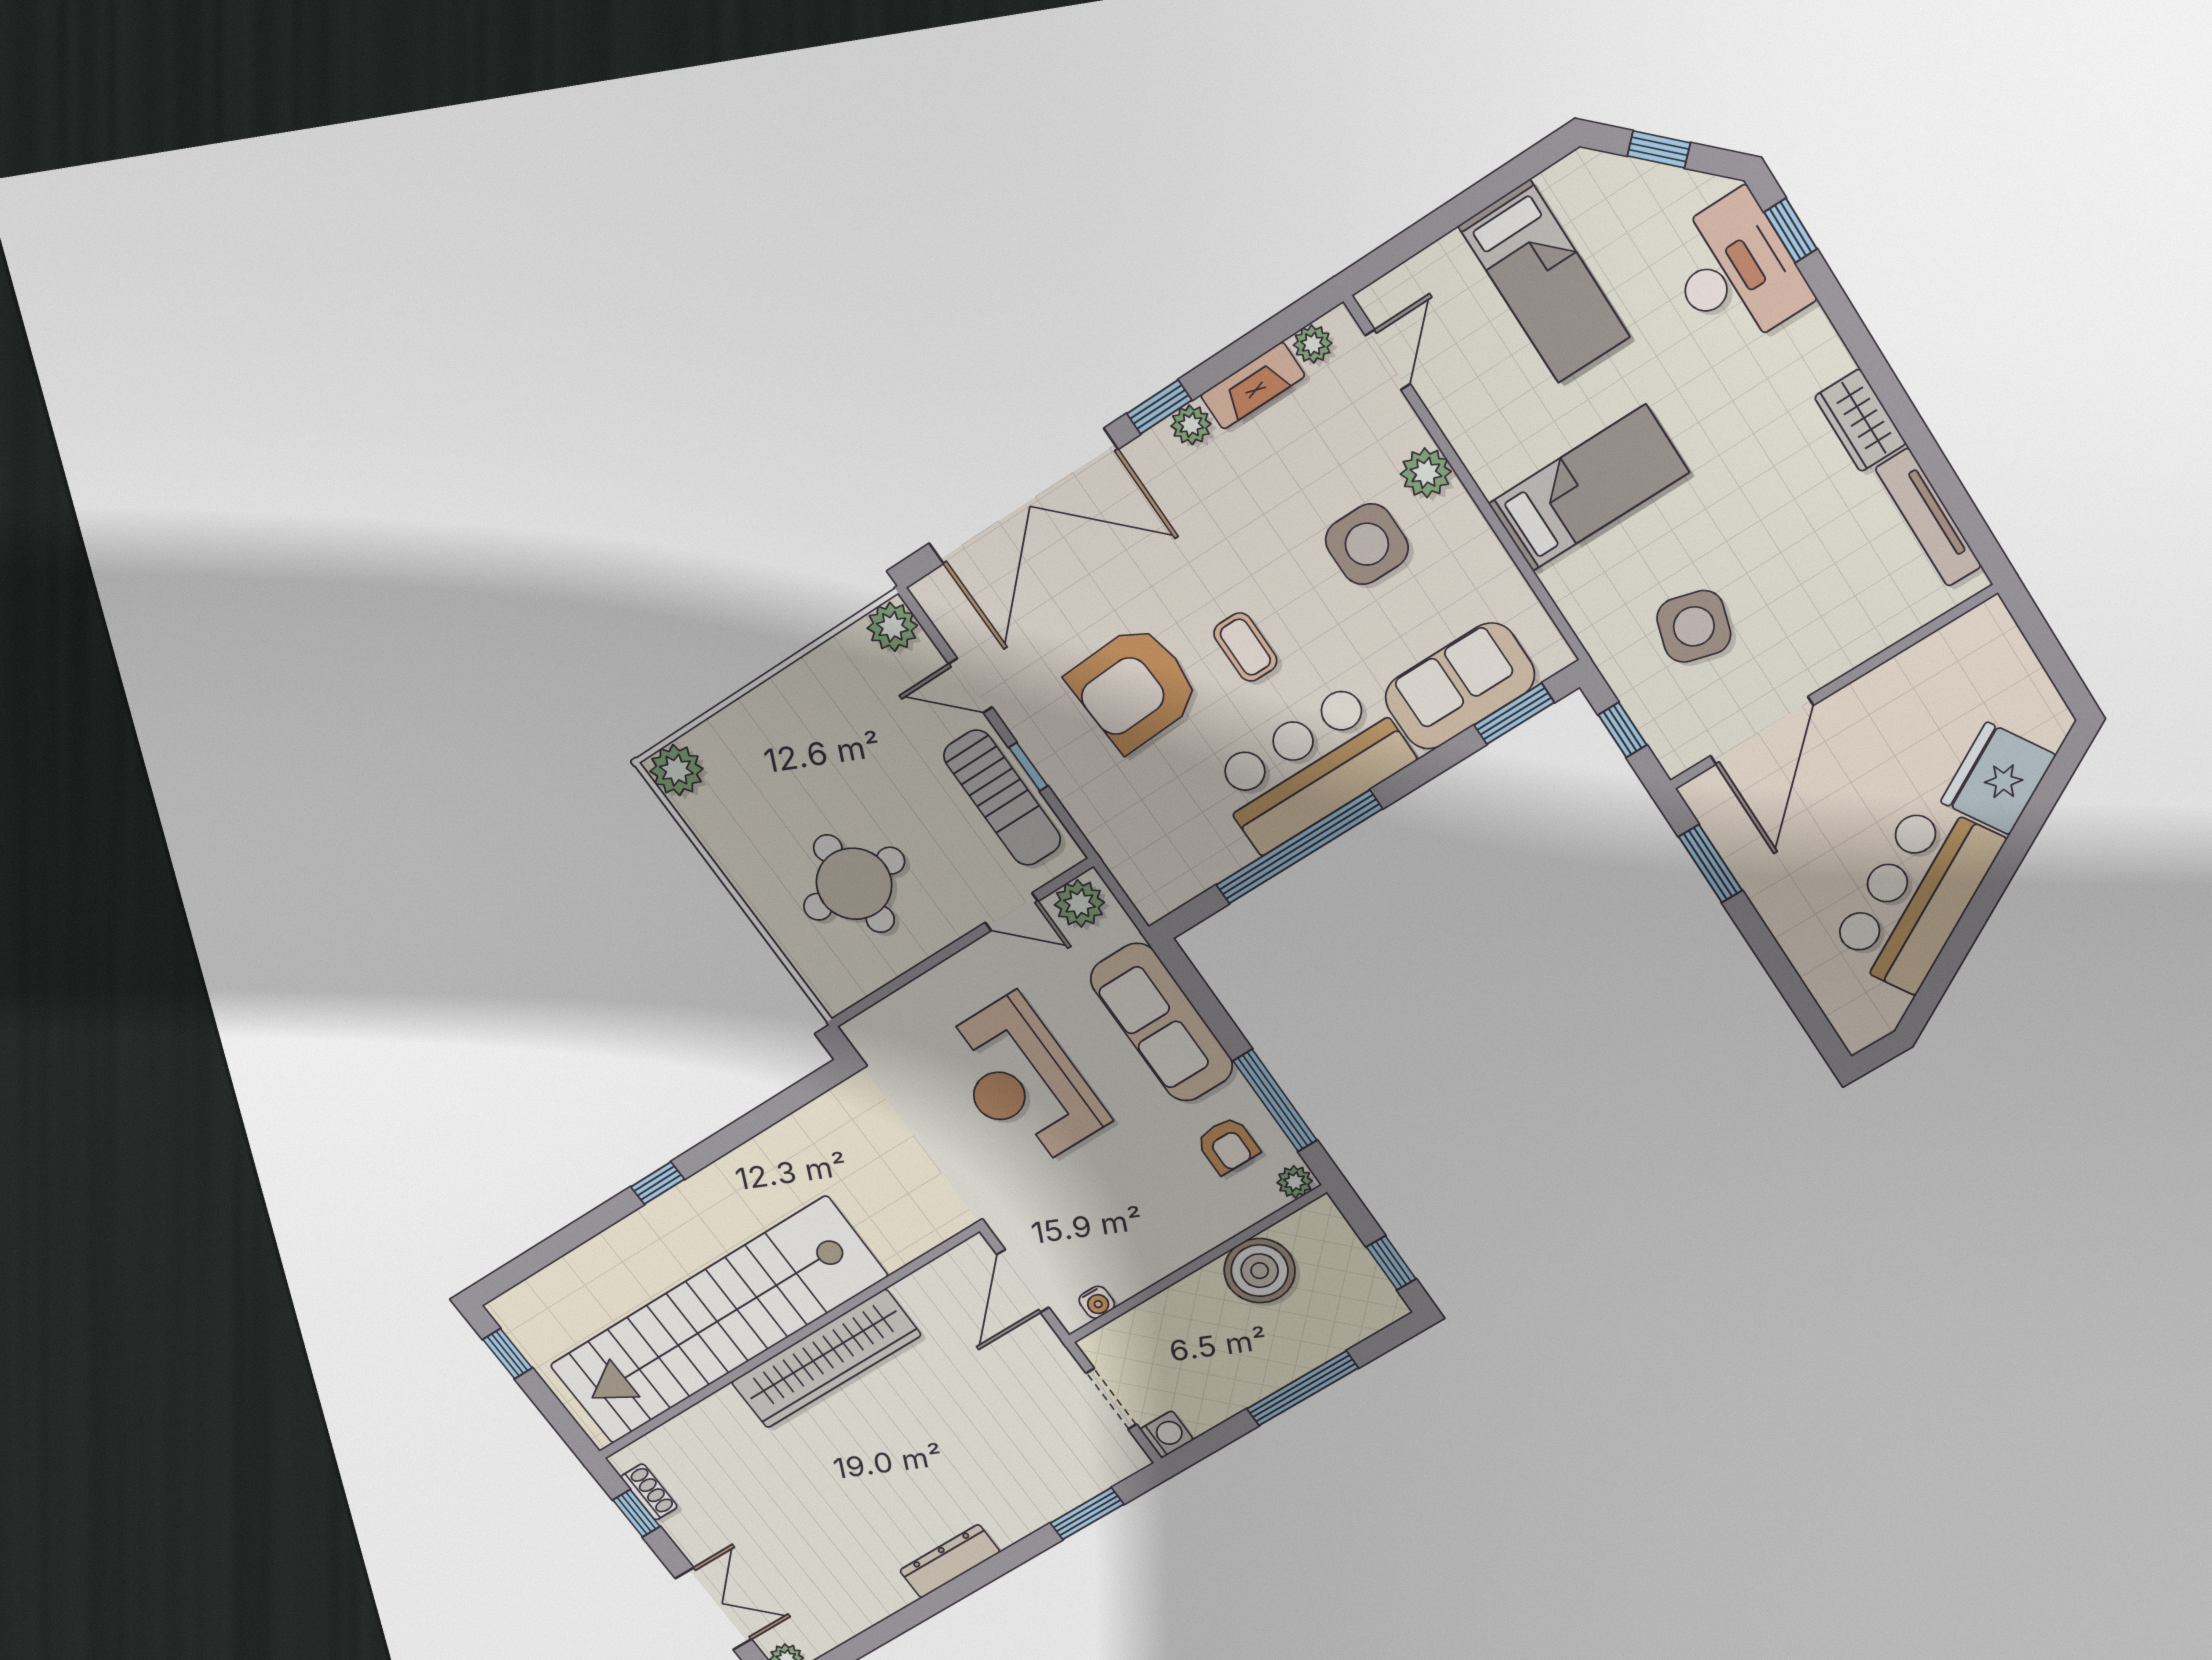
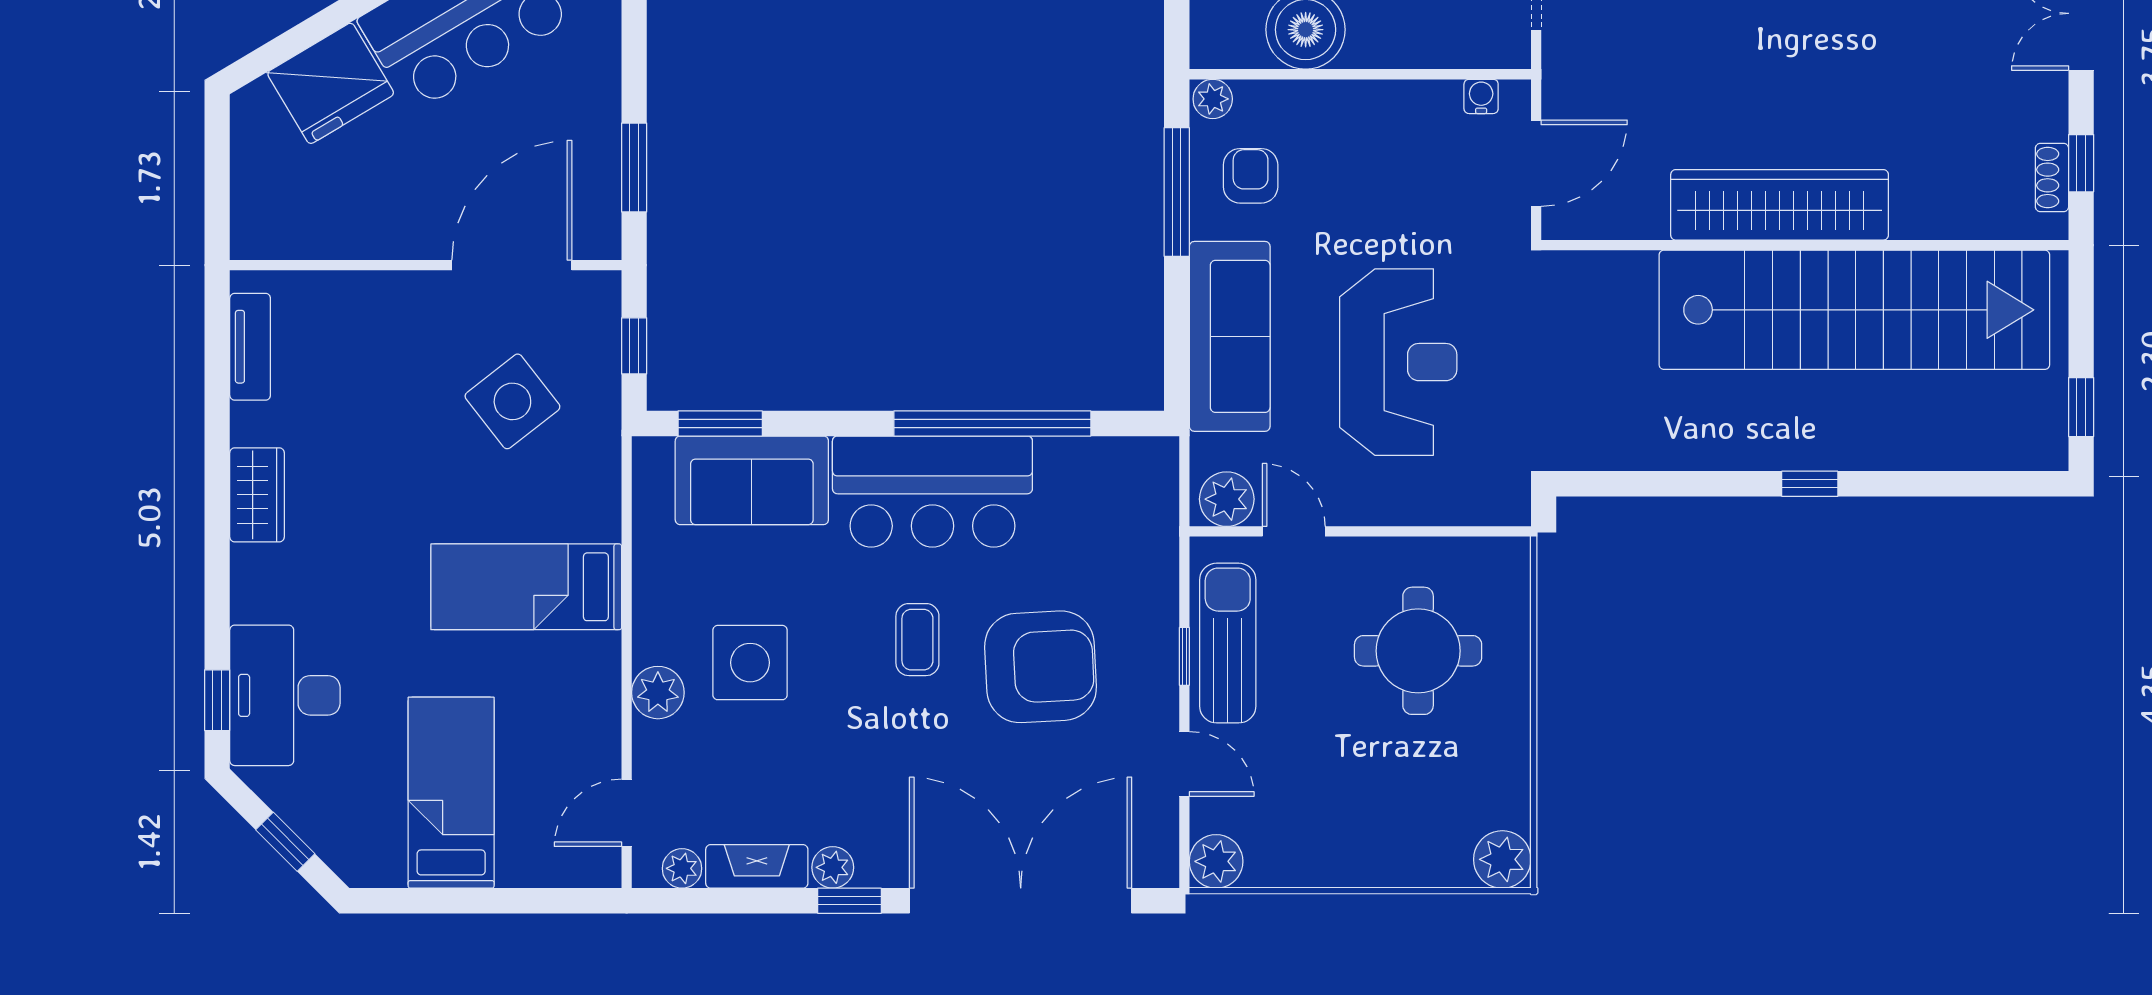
tv unit: (1928, 518) -> (250, 347), width x0.71
side table: (1694, 626) -> (512, 401), turned 36

